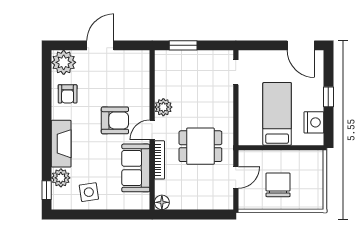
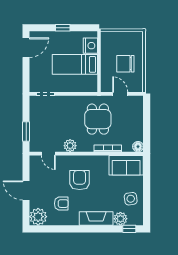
armchair: (68, 94) -> (61, 204), moved
nightstand: (314, 122) -> (90, 46), moved, turned 90
door: (152, 130) -> (48, 154), moved
sofa: (136, 168) -> (126, 165), moved

